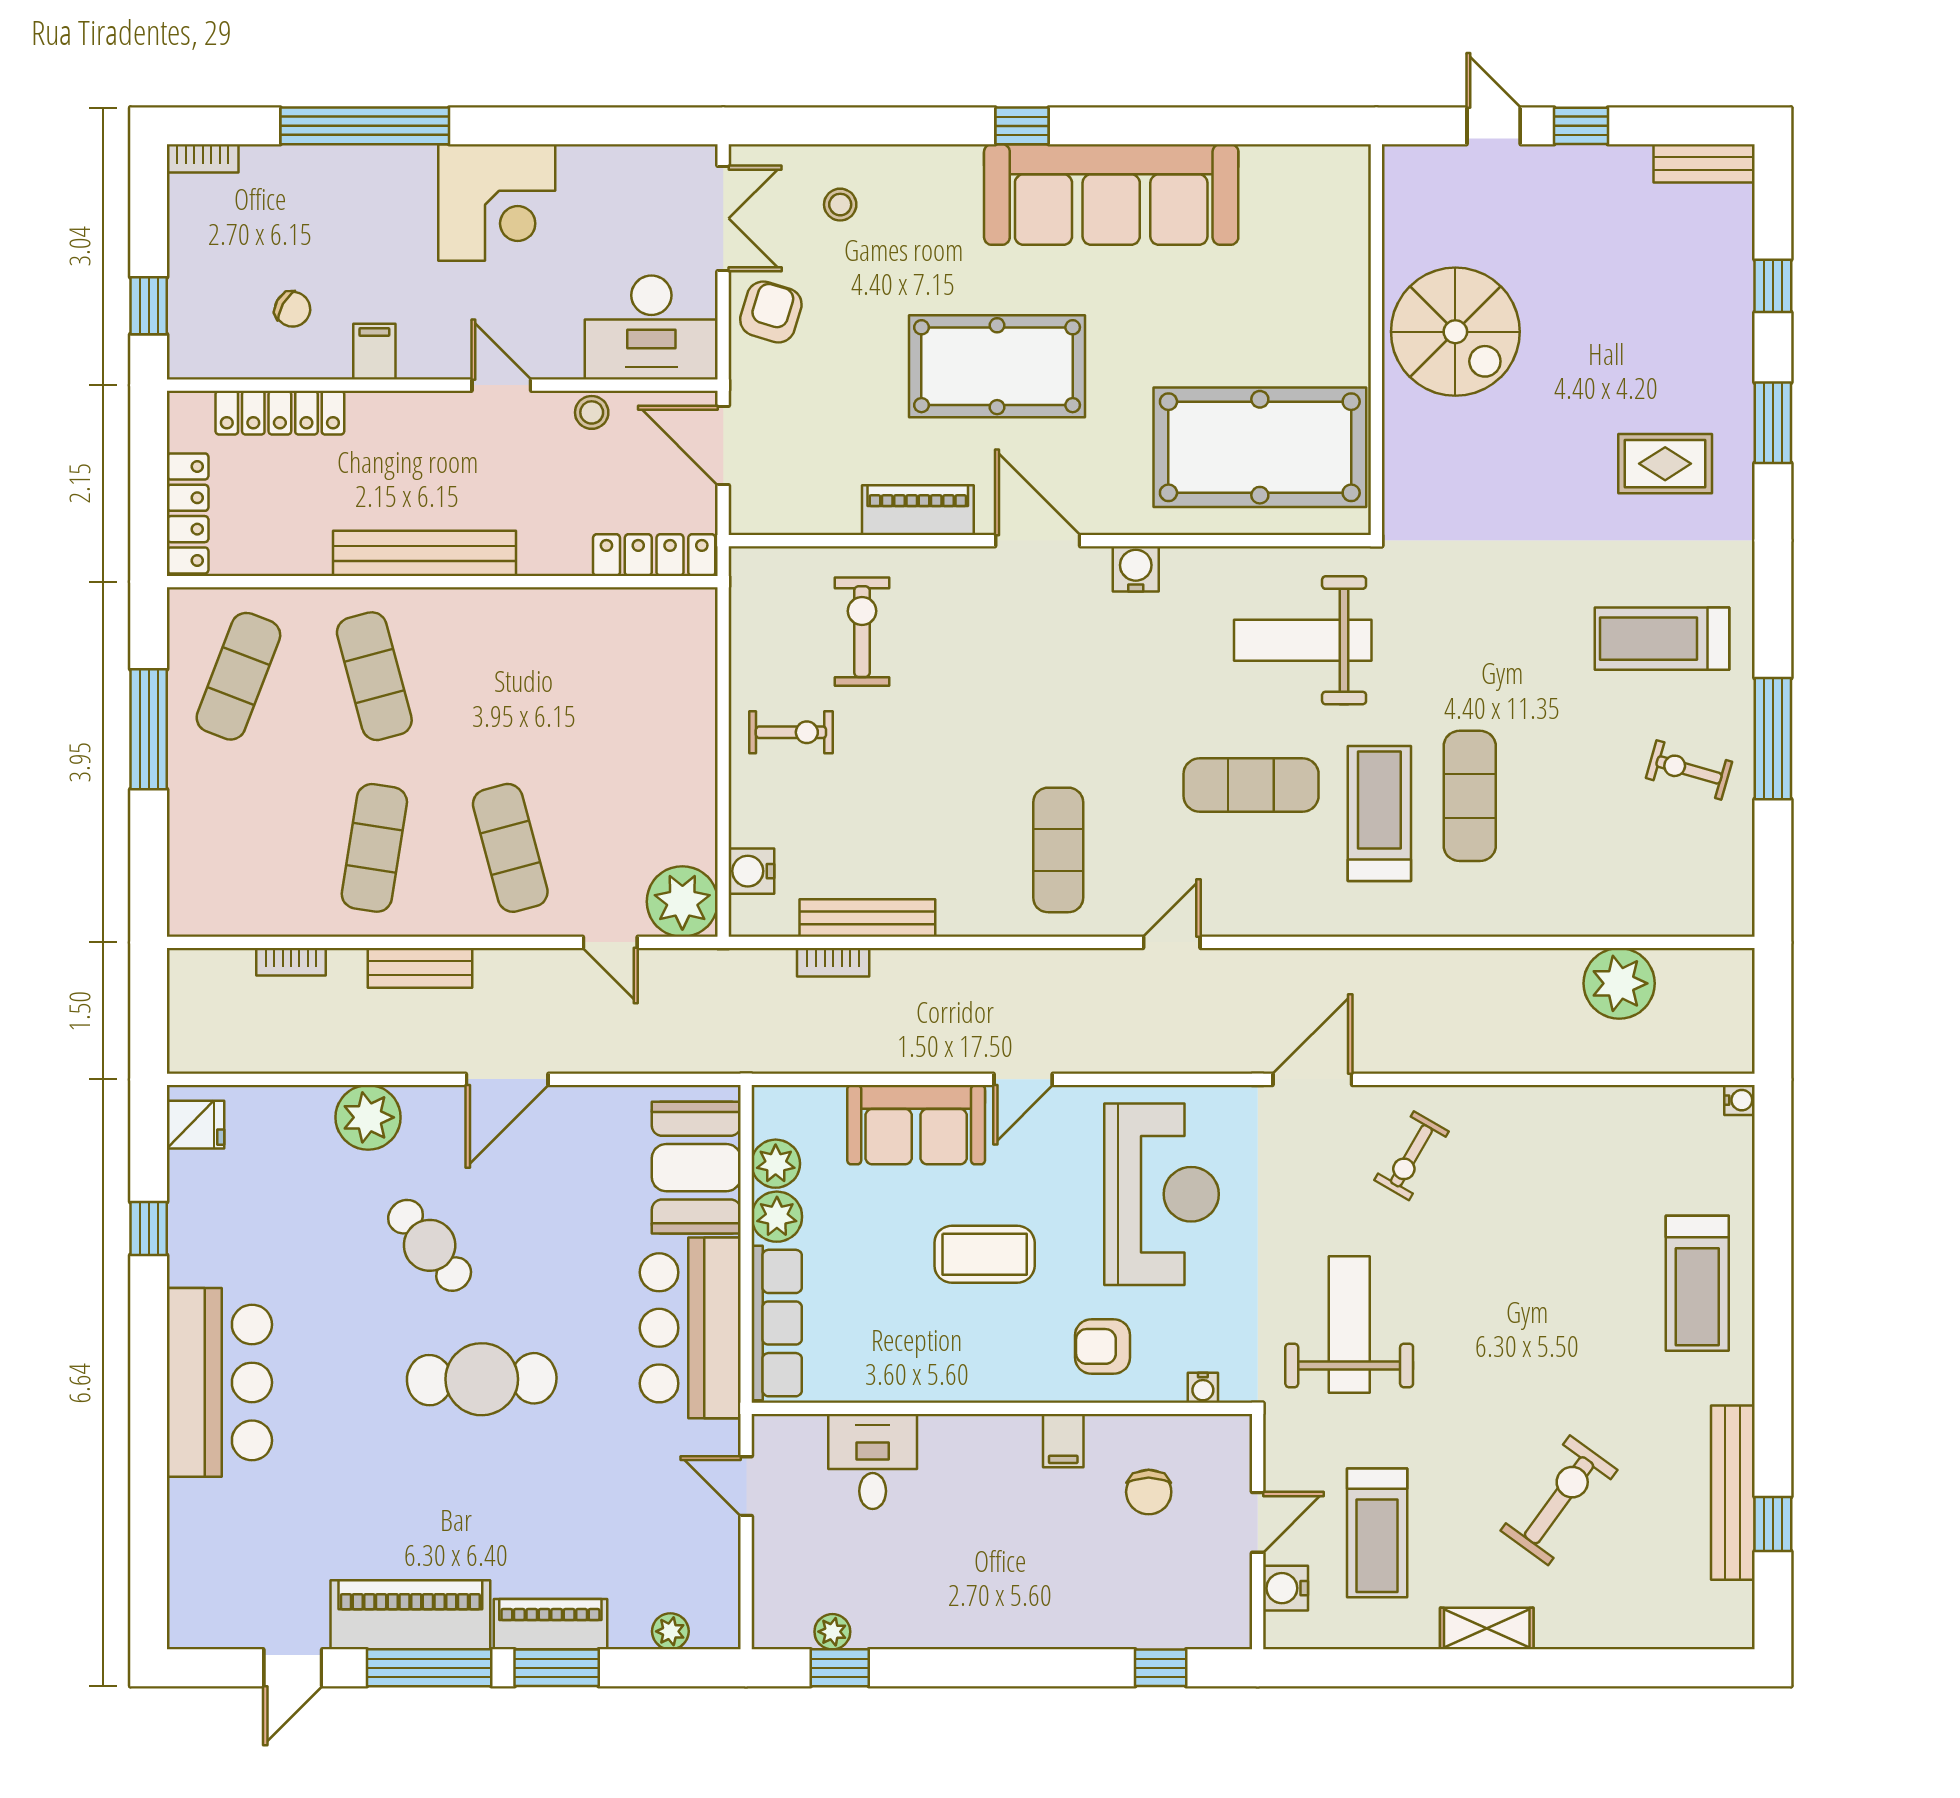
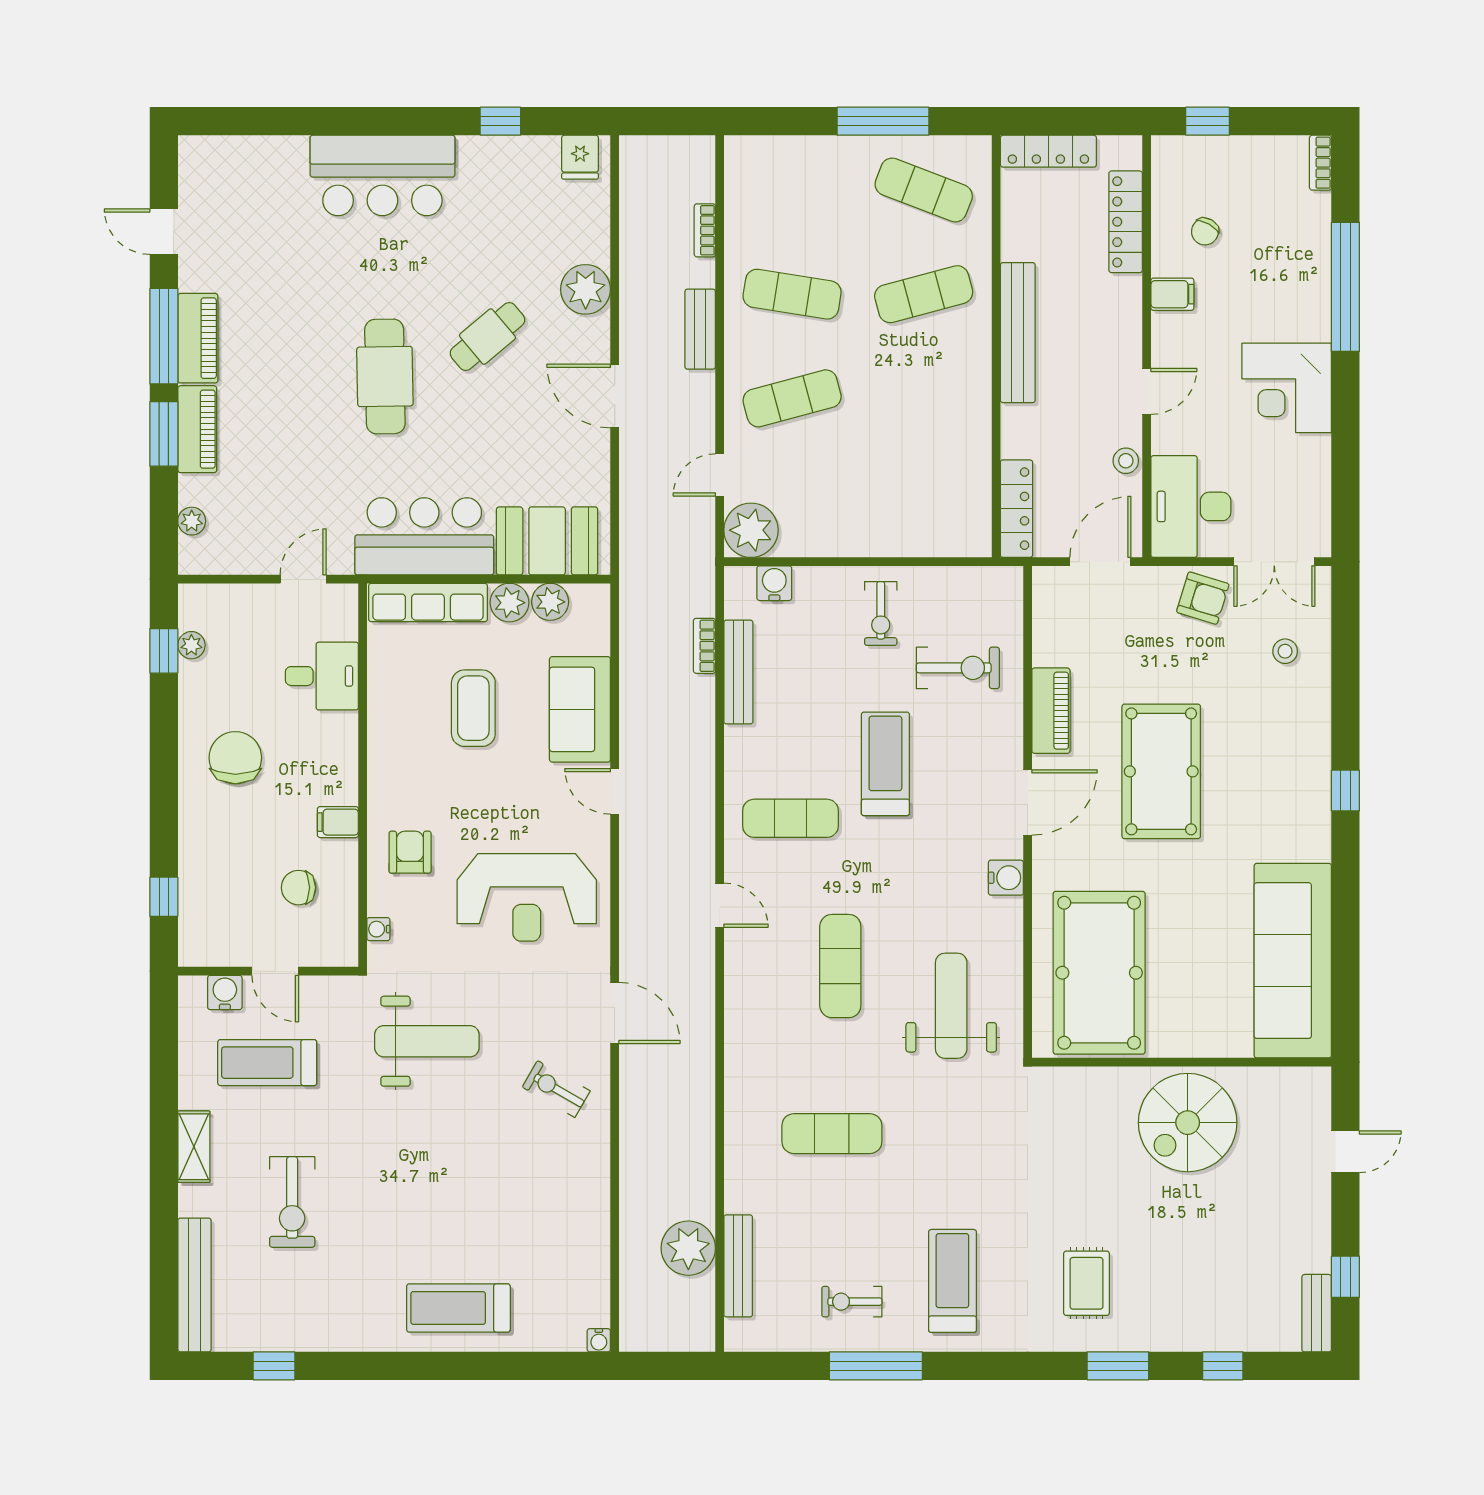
window: (1581, 126) -> (1345, 1277), moved
sofa: (1111, 194) -> (1293, 961), moved
exercise bike: (1689, 770) -> (852, 1302), turned -106
treadmill: (1379, 813) -> (885, 764), moved, turned -90
bench: (1642, 918) -> (738, 1266), added
coffee table: (985, 1254) -> (473, 708), moved
bench: (1733, 1493) -> (194, 1285), moved, turned 90
exercise bike: (1559, 1500) -> (292, 1202), turned 54
chair: (979, 1574) -> (235, 758), added
piano: (410, 1615) -> (198, 338), width x0.73, depth x0.75

